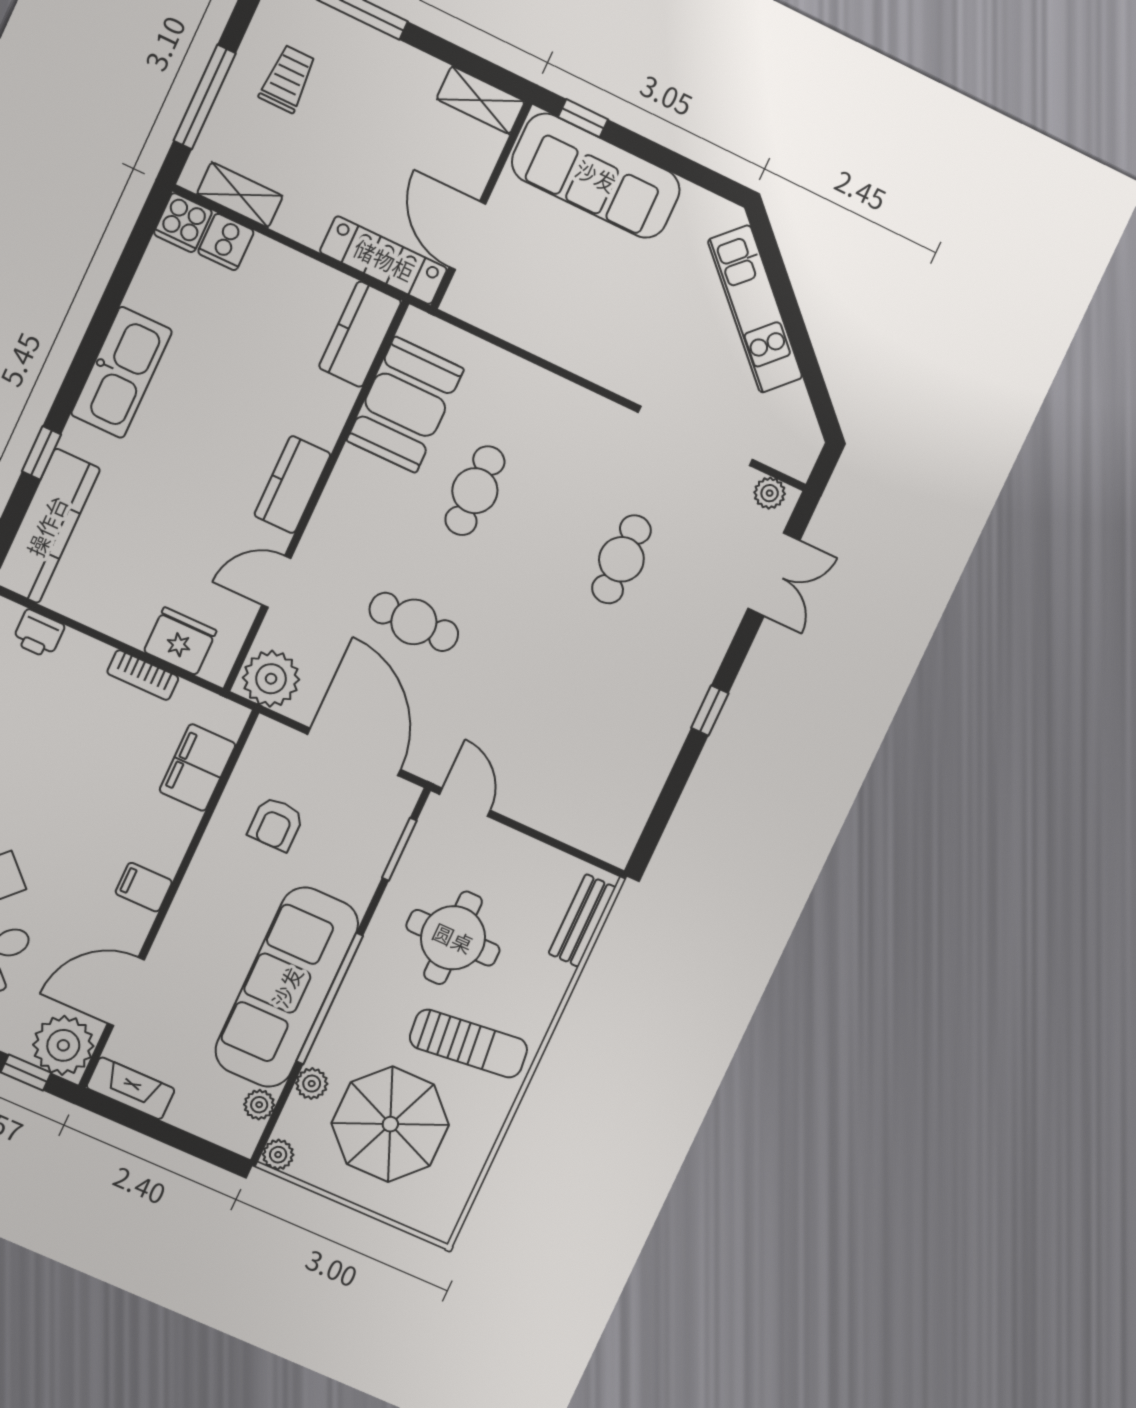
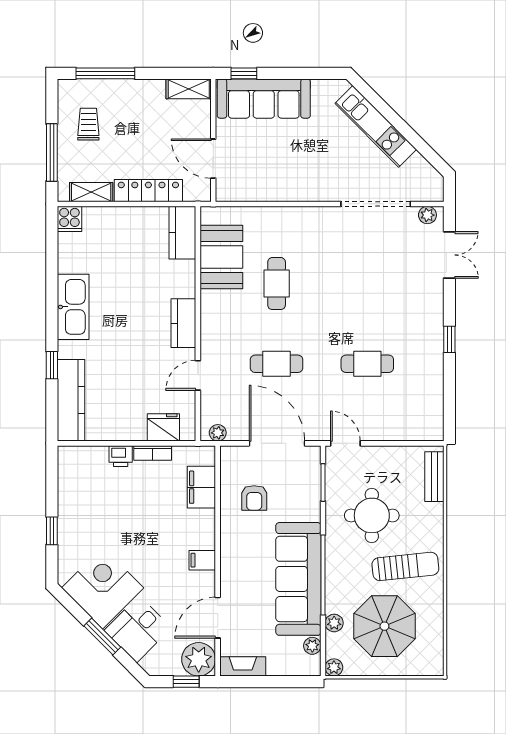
cooker: (226, 242) -> (95, 218), removed
locker: (384, 260) -> (148, 191), moved
cafe table: (621, 559) -> (367, 364), moved, turned 90
printer: (38, 634) -> (121, 456), moved
plant: (271, 679) -> (218, 433), width x0.53, depth x0.53

